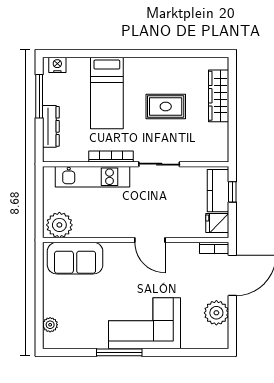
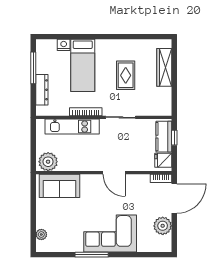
nightstand: (57, 65) -> (64, 45), moved
rug: (166, 106) -> (126, 75), turned 90

